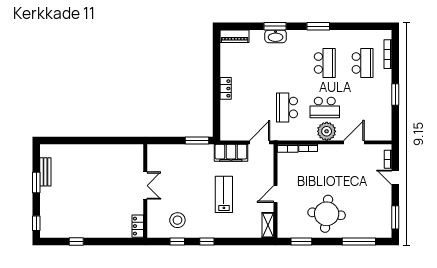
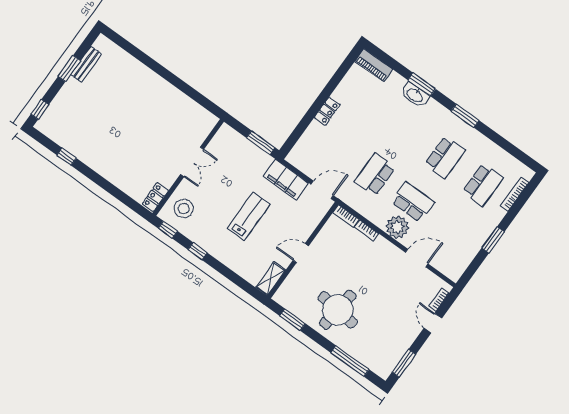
school desk: (325, 107) -> (413, 202), turned 180
double door: (145, 186) -> (192, 162), moved
wall: (145, 191) -> (188, 167), moved
locker: (138, 226) -> (155, 197), moved

